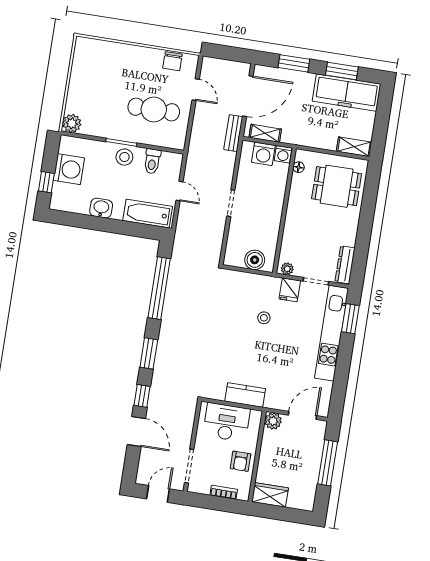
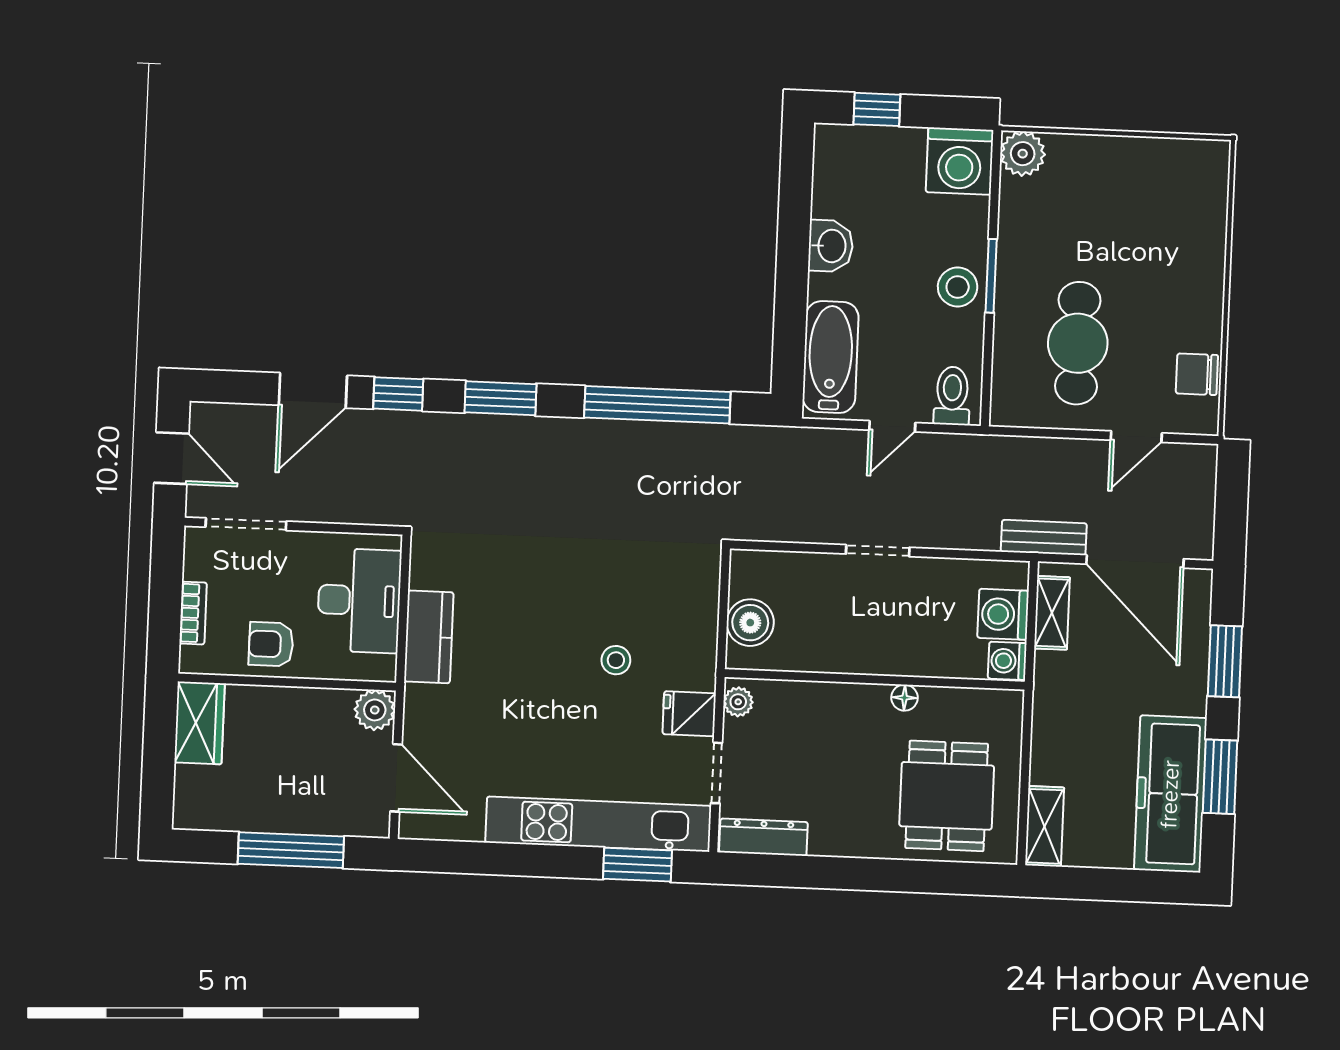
toilet: (152, 161) -> (952, 396), moved, turned 90
floor lamp: (299, 167) -> (904, 698), moved
washing machine: (69, 169) -> (960, 161), moved

